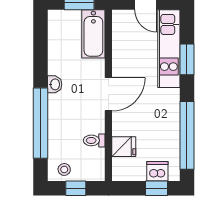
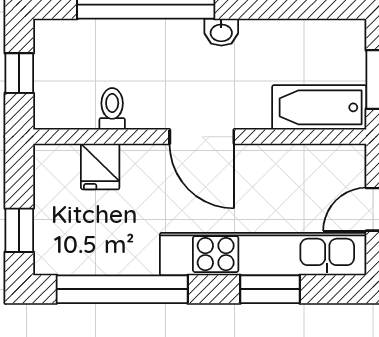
kitchen unit: (169, 49) -> (263, 254), width x1.36
stool: (64, 169) -> (56, 51), removed
dishwasher: (157, 171) -> (52, 232), removed

